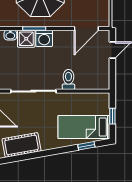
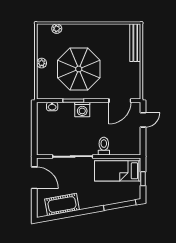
shower: (26, 39) -> (66, 110), removed
bed: (84, 127) -> (118, 171), moved
window: (86, 146) -> (120, 205), width x2.17

